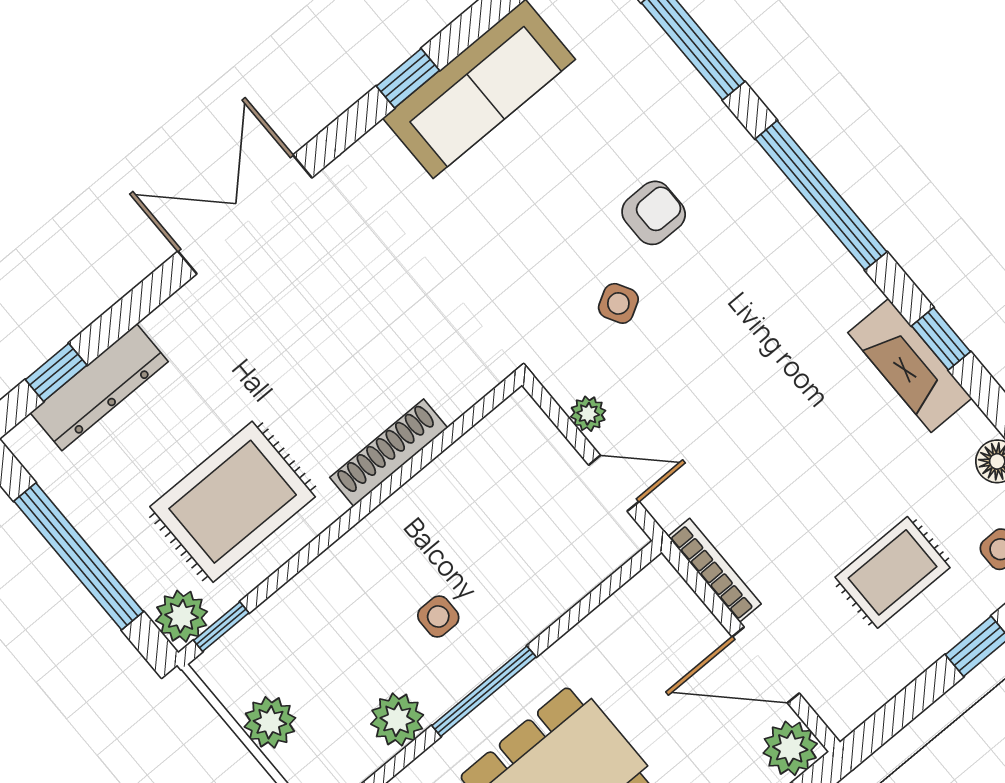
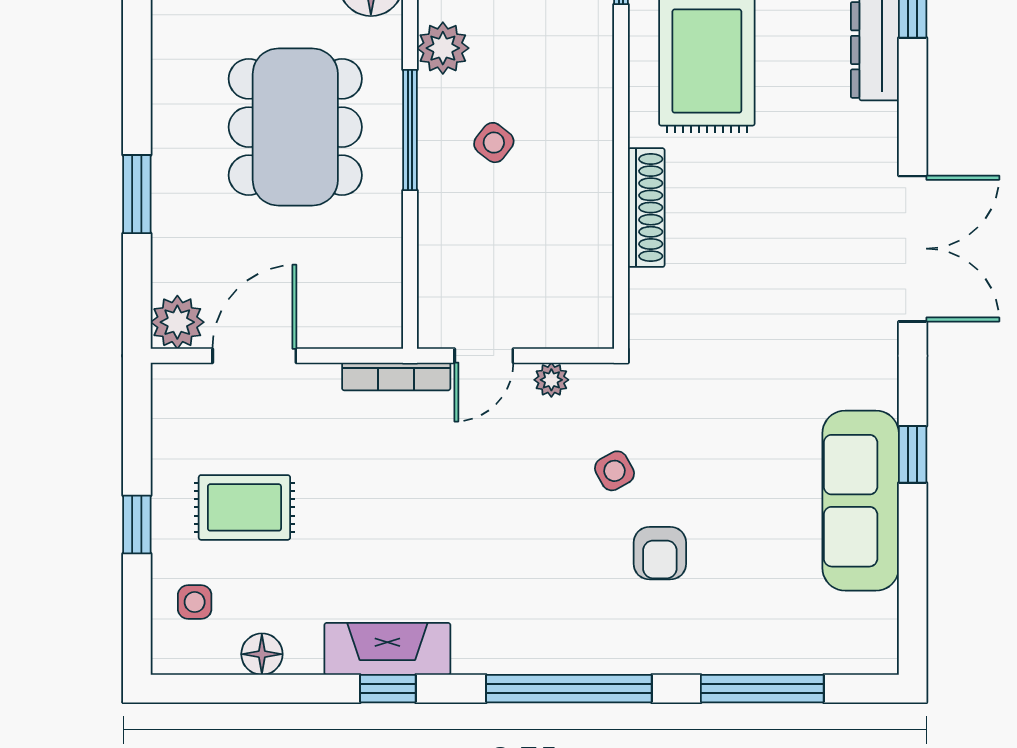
bookcase: (714, 570) -> (396, 376), moved
rug: (893, 572) -> (244, 507), turned 90
side table: (438, 616) -> (494, 143), turned 38

